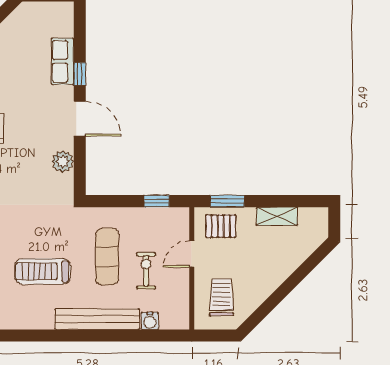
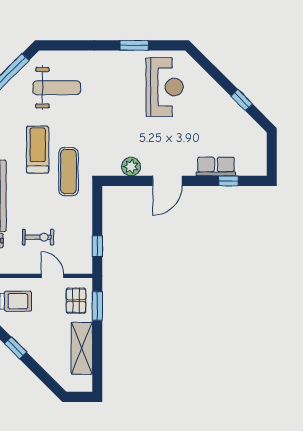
window: (80, 74) -> (229, 181), moved
shelving: (277, 216) -> (82, 348), width x1.50, depth x1.33
exercise mat: (107, 257) -> (68, 172), moved, turned 90
window: (276, 298) -> (15, 348), added

